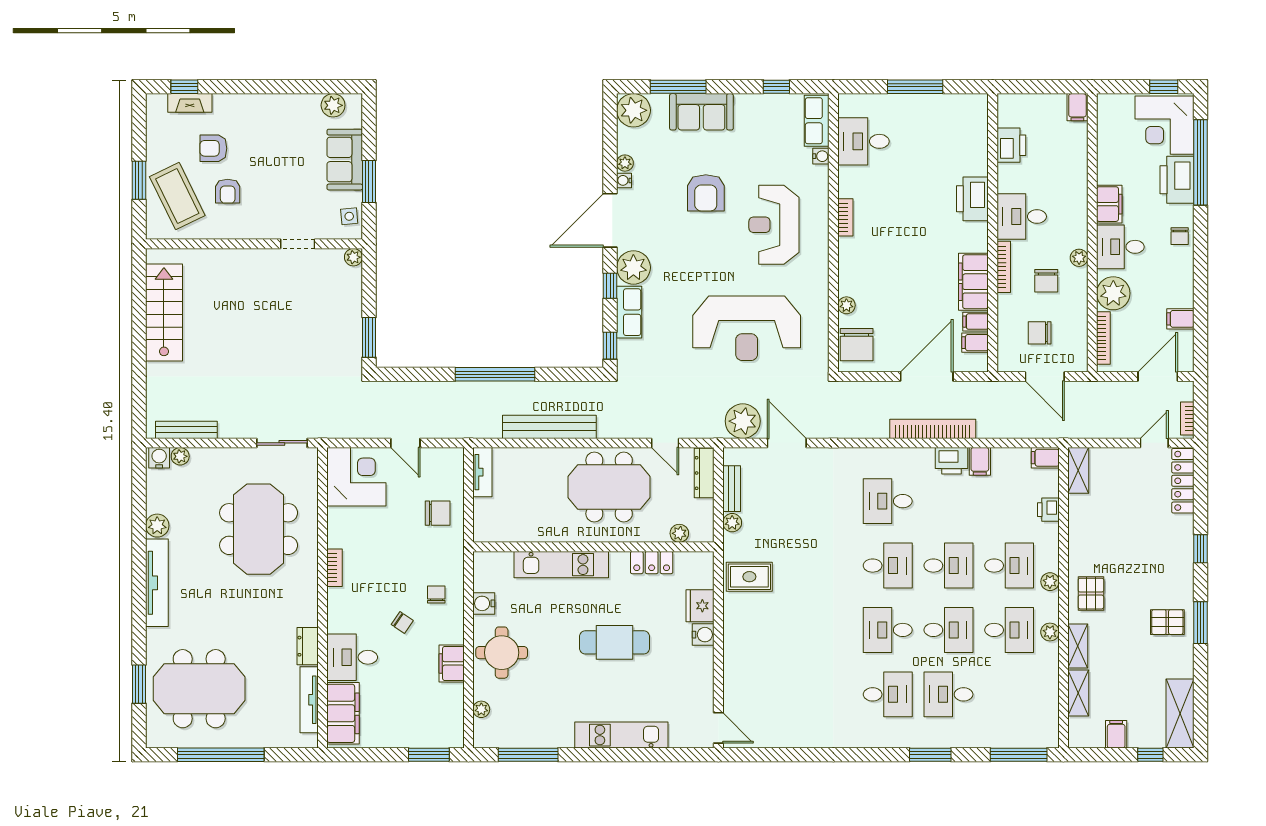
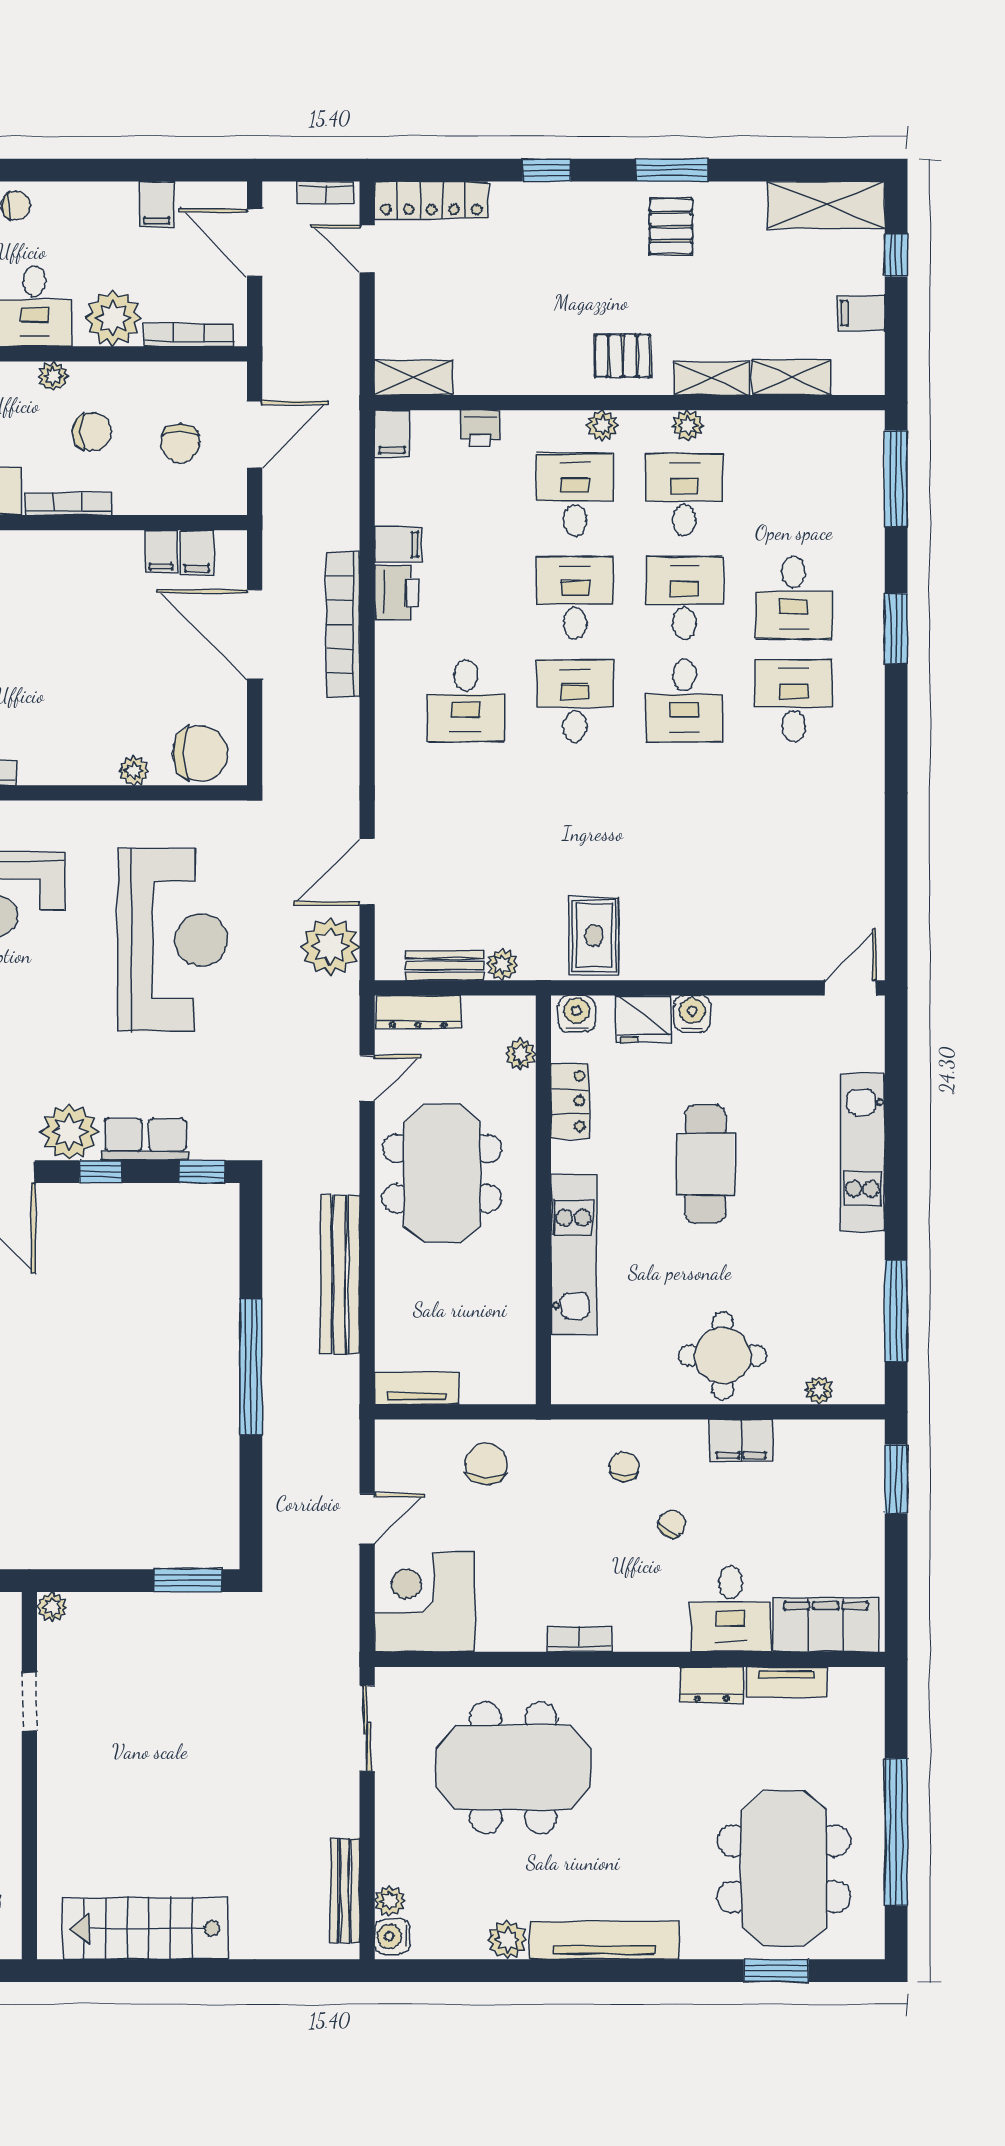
filing cabinet: (973, 282) -> (94, 555), removed
chair: (436, 595) -> (624, 1466), turned 90
water cooler: (484, 603) -> (576, 1014), moved, turned 180
tv unit: (309, 700) -> (786, 1682), width x0.71

